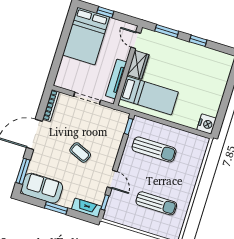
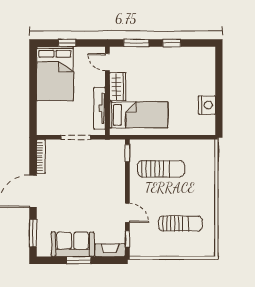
nightstand: (207, 124) -> (207, 105), moved
coffee table: (80, 152) -> (86, 195), removed
sofa: (42, 188) -> (73, 244), moved

